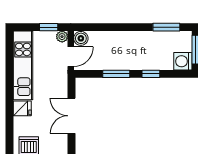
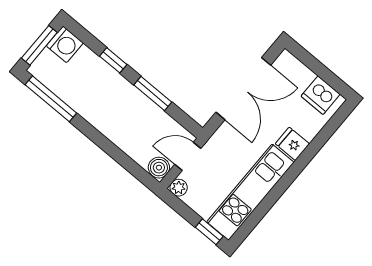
window: (49, 27) -> (209, 232), moved
window: (166, 27) -> (51, 99), width x1.44
double door: (72, 116) -> (243, 89), width x1.37

